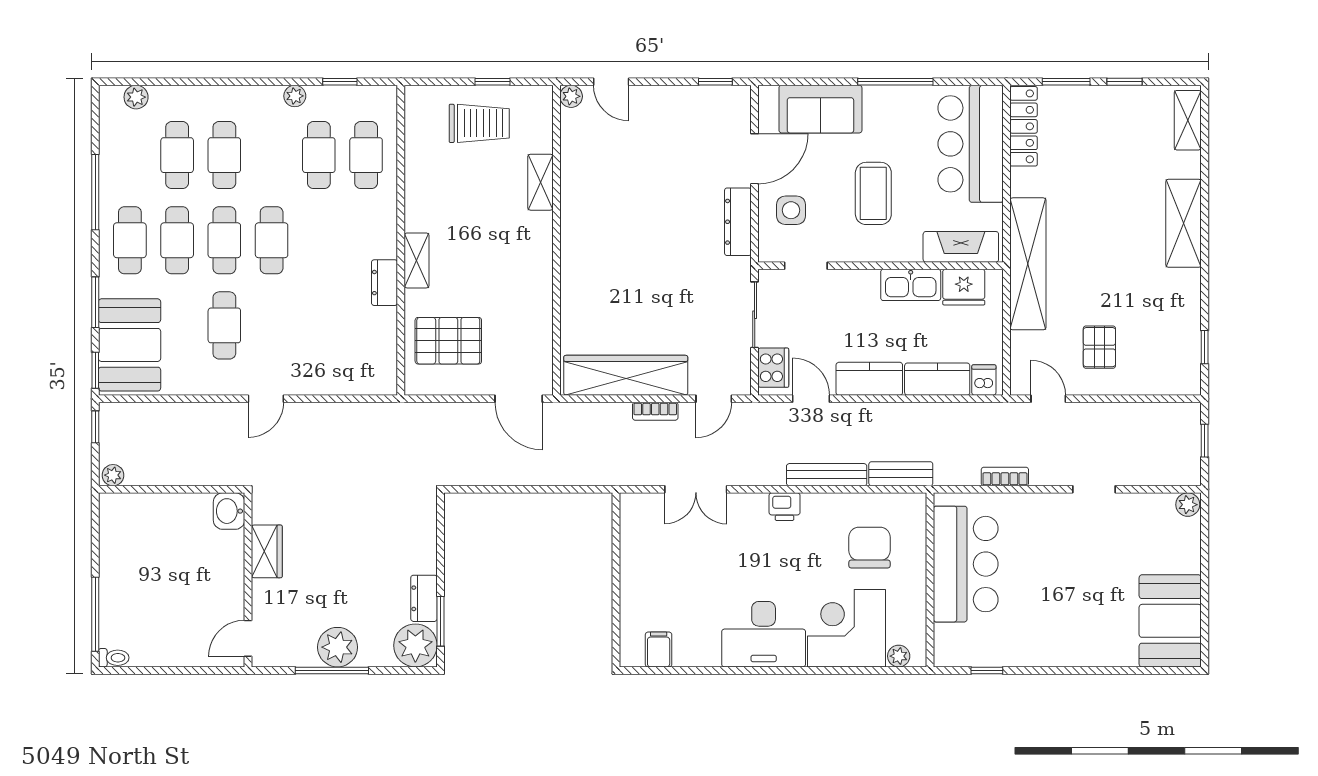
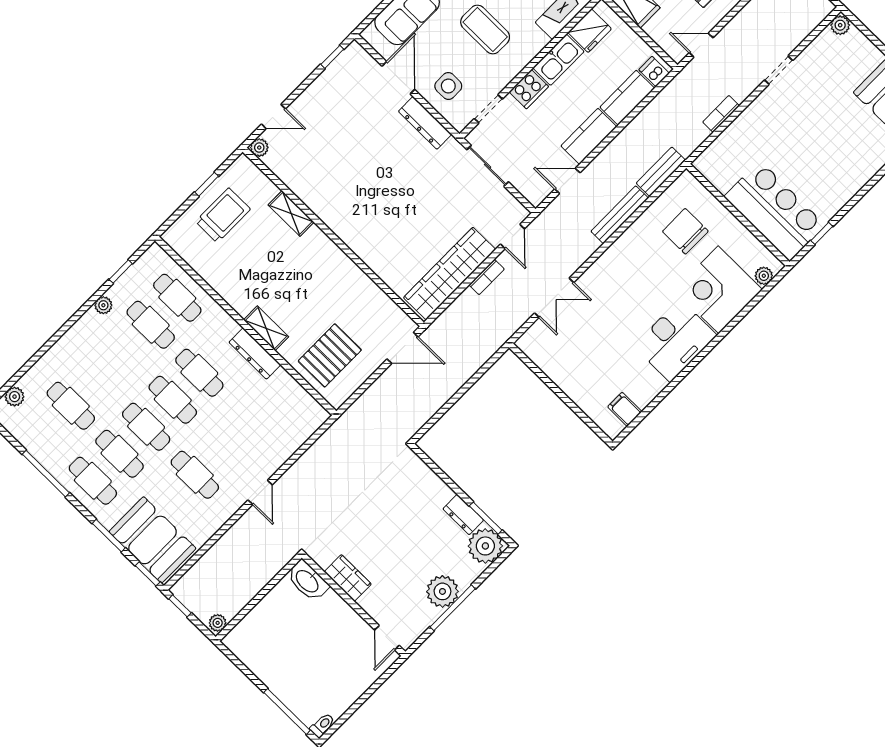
cafe table: (224, 155) -> (199, 373), moved
dresser: (384, 283) -> (255, 353), width x1.44
cooker: (773, 368) -> (529, 89), moved, turned 90
printer: (785, 507) -> (614, 257), removed
washbasin: (229, 511) -> (308, 581), width x1.38
bar counter: (966, 564) -> (775, 211), moved

